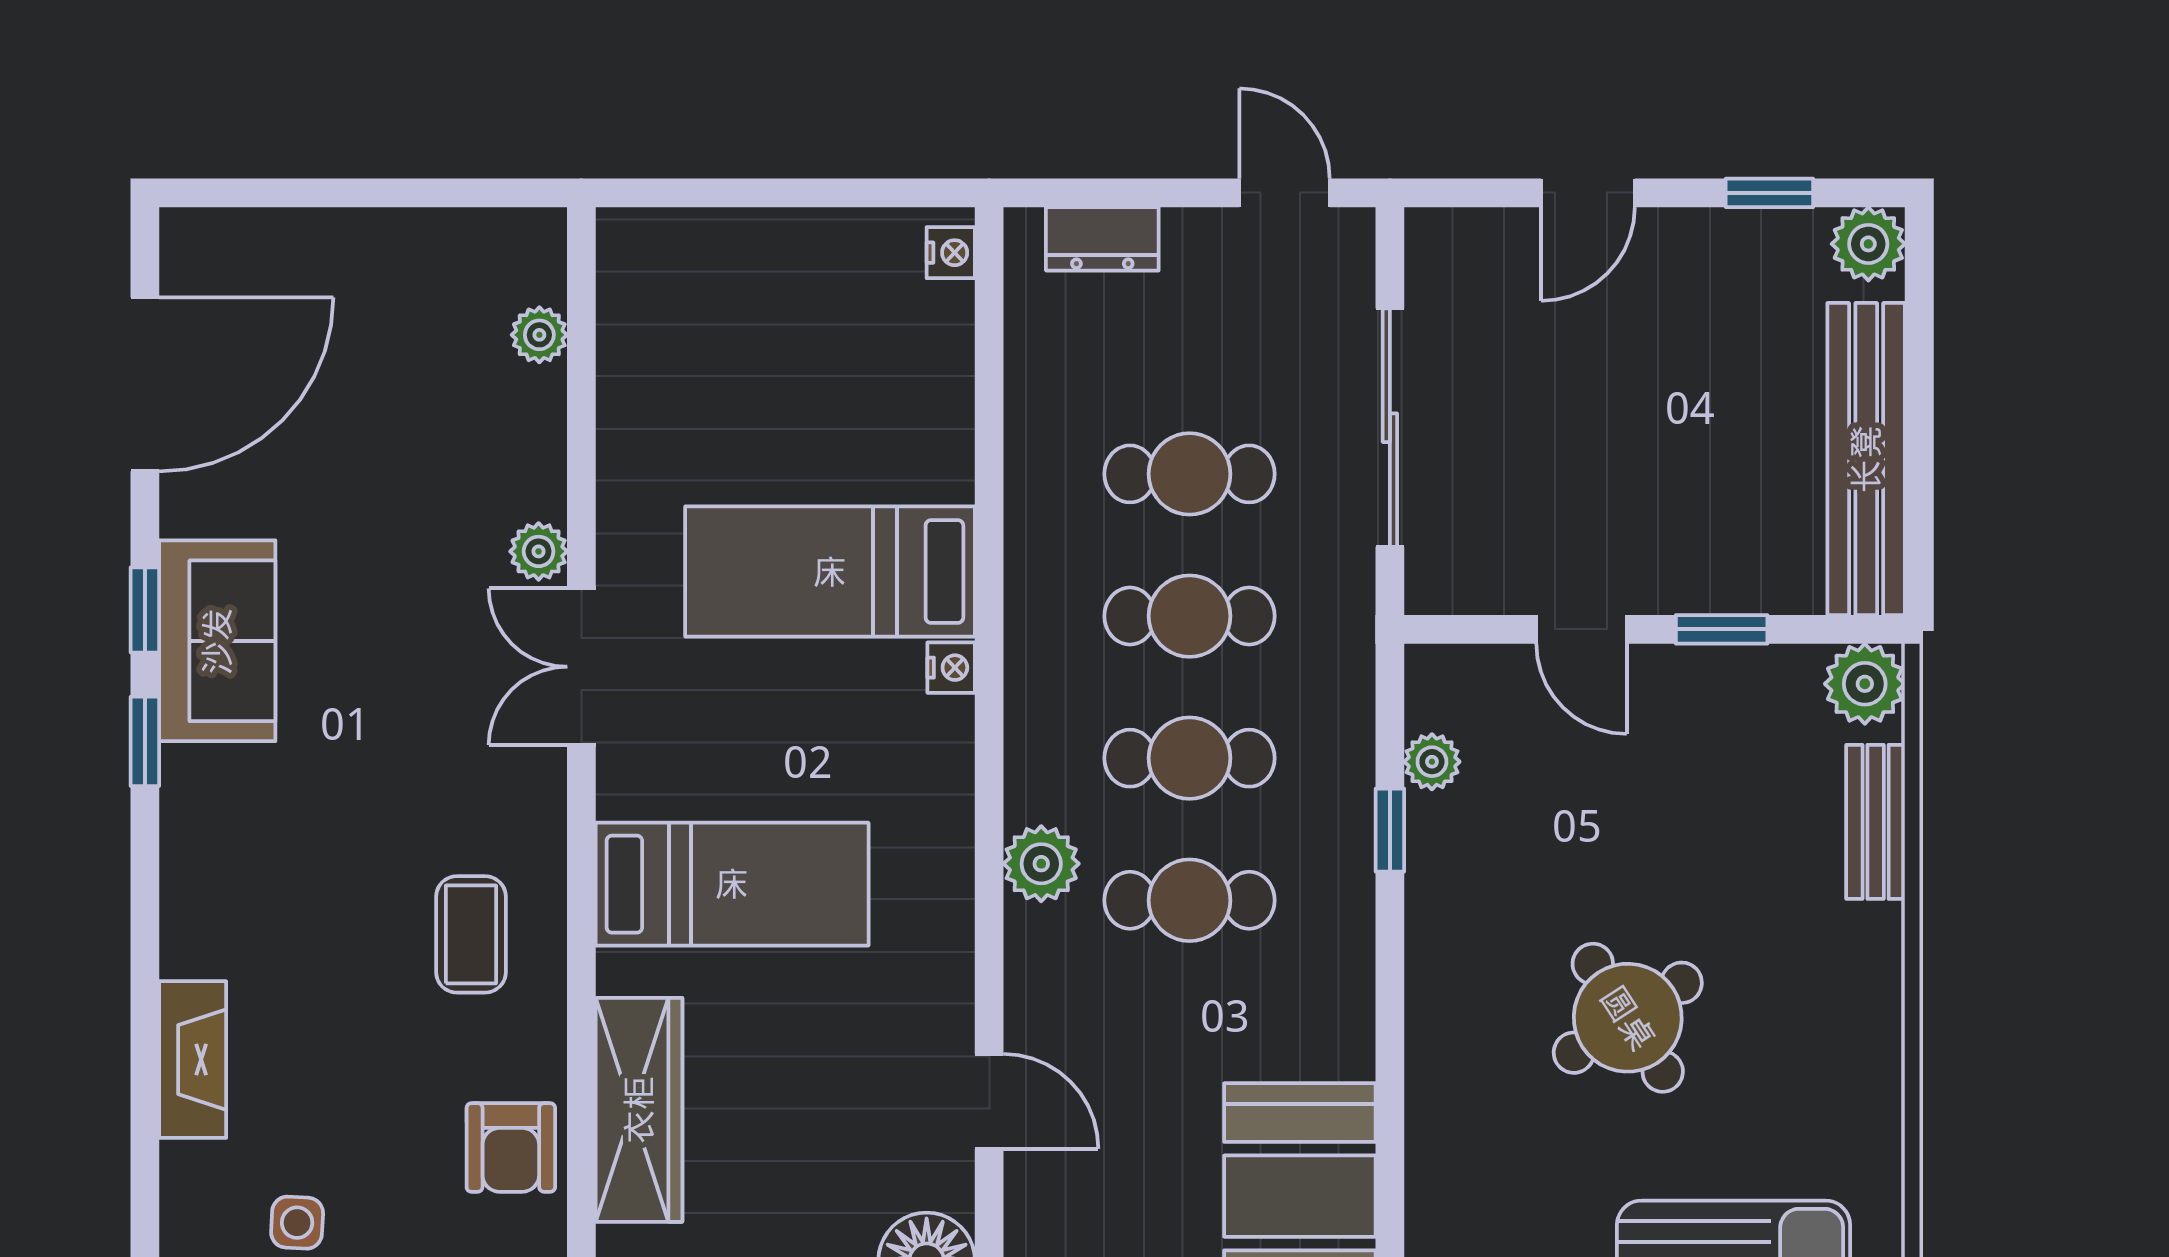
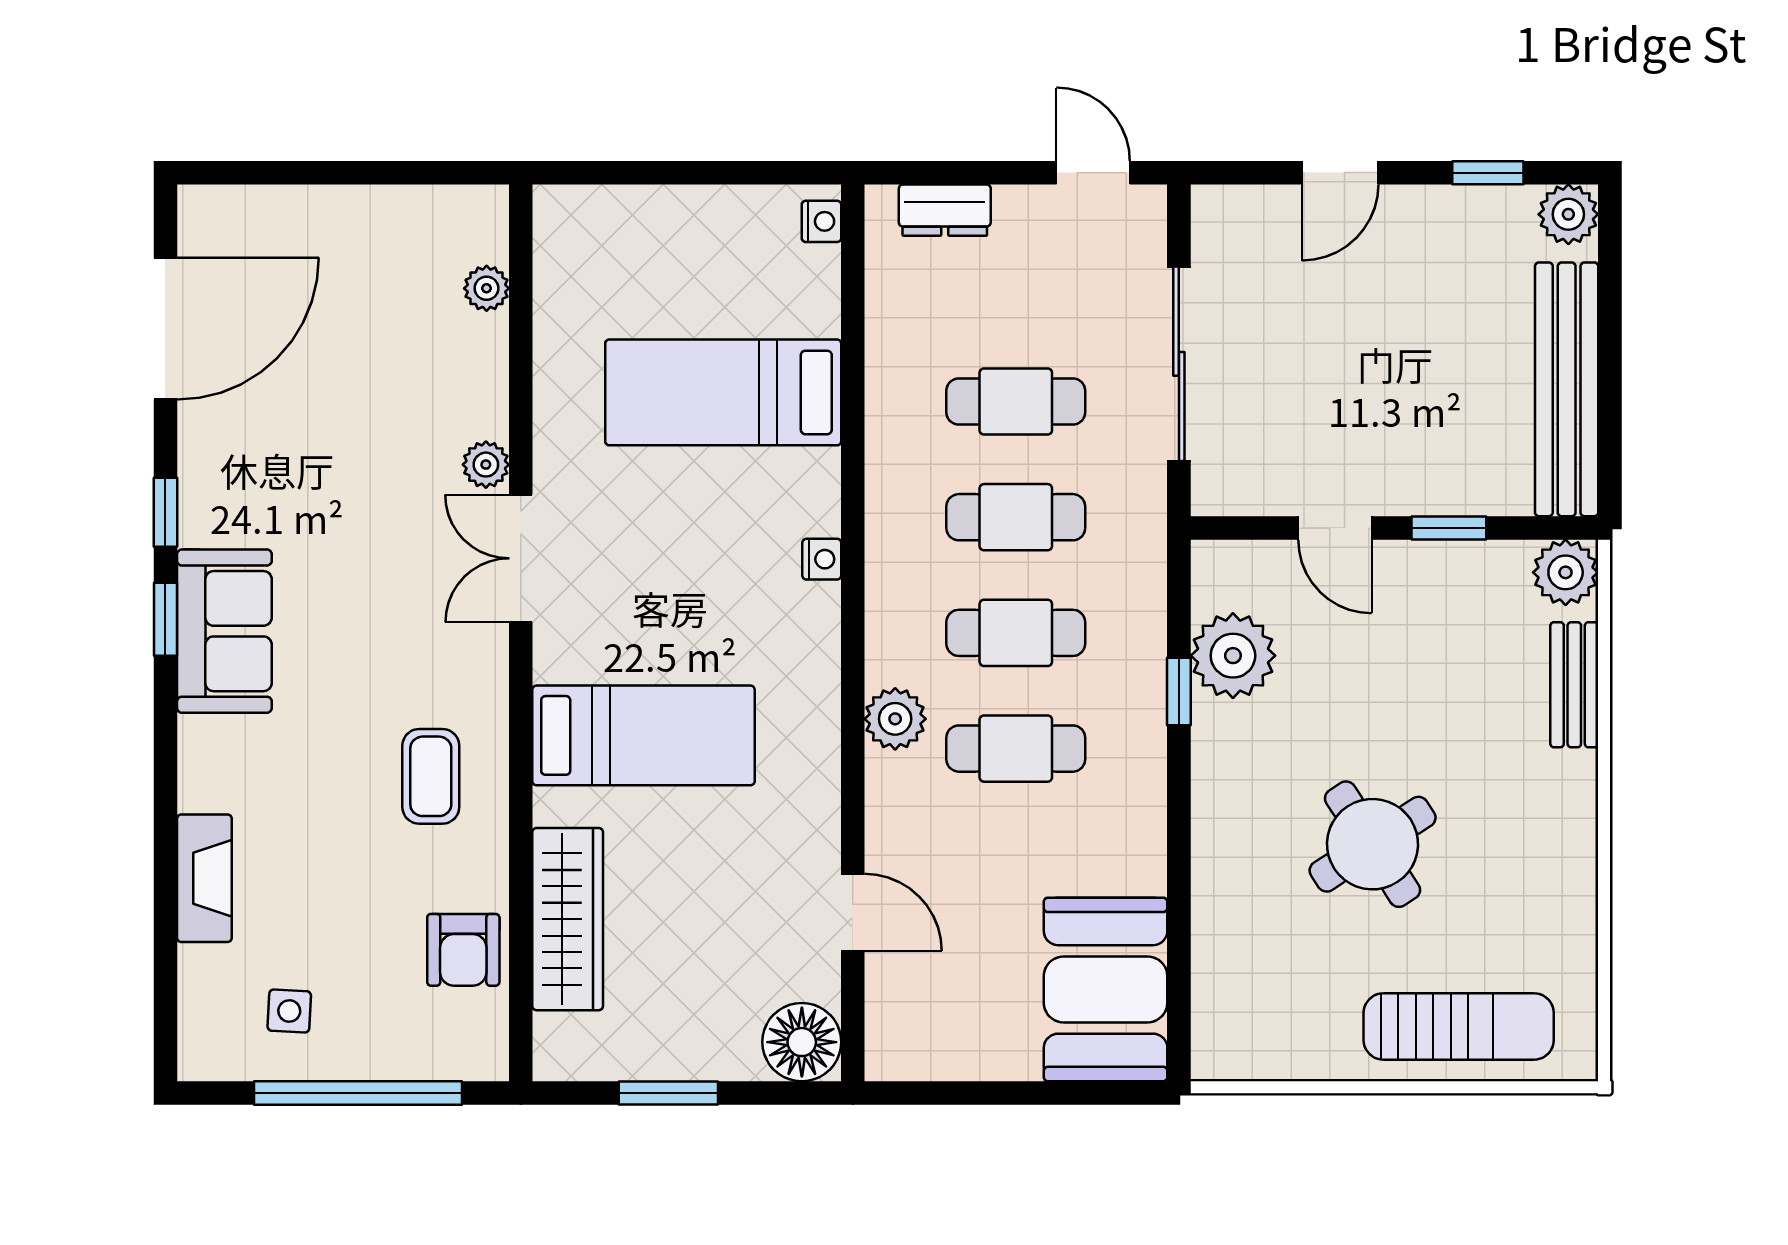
bed: (830, 572) -> (723, 392), moved
sofa: (217, 641) -> (224, 631), moved
plant: (1432, 762) -> (1233, 656), width x1.88, depth x1.88

